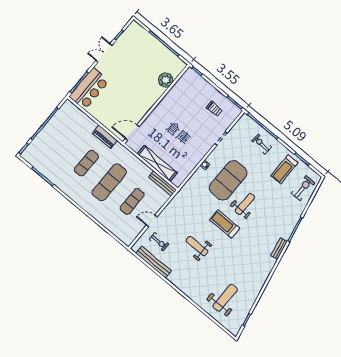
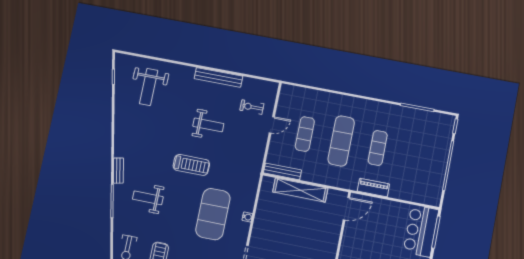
weight bench: (245, 204) -> (148, 198), moved, turned 90
bench: (154, 262) -> (218, 77), moved

